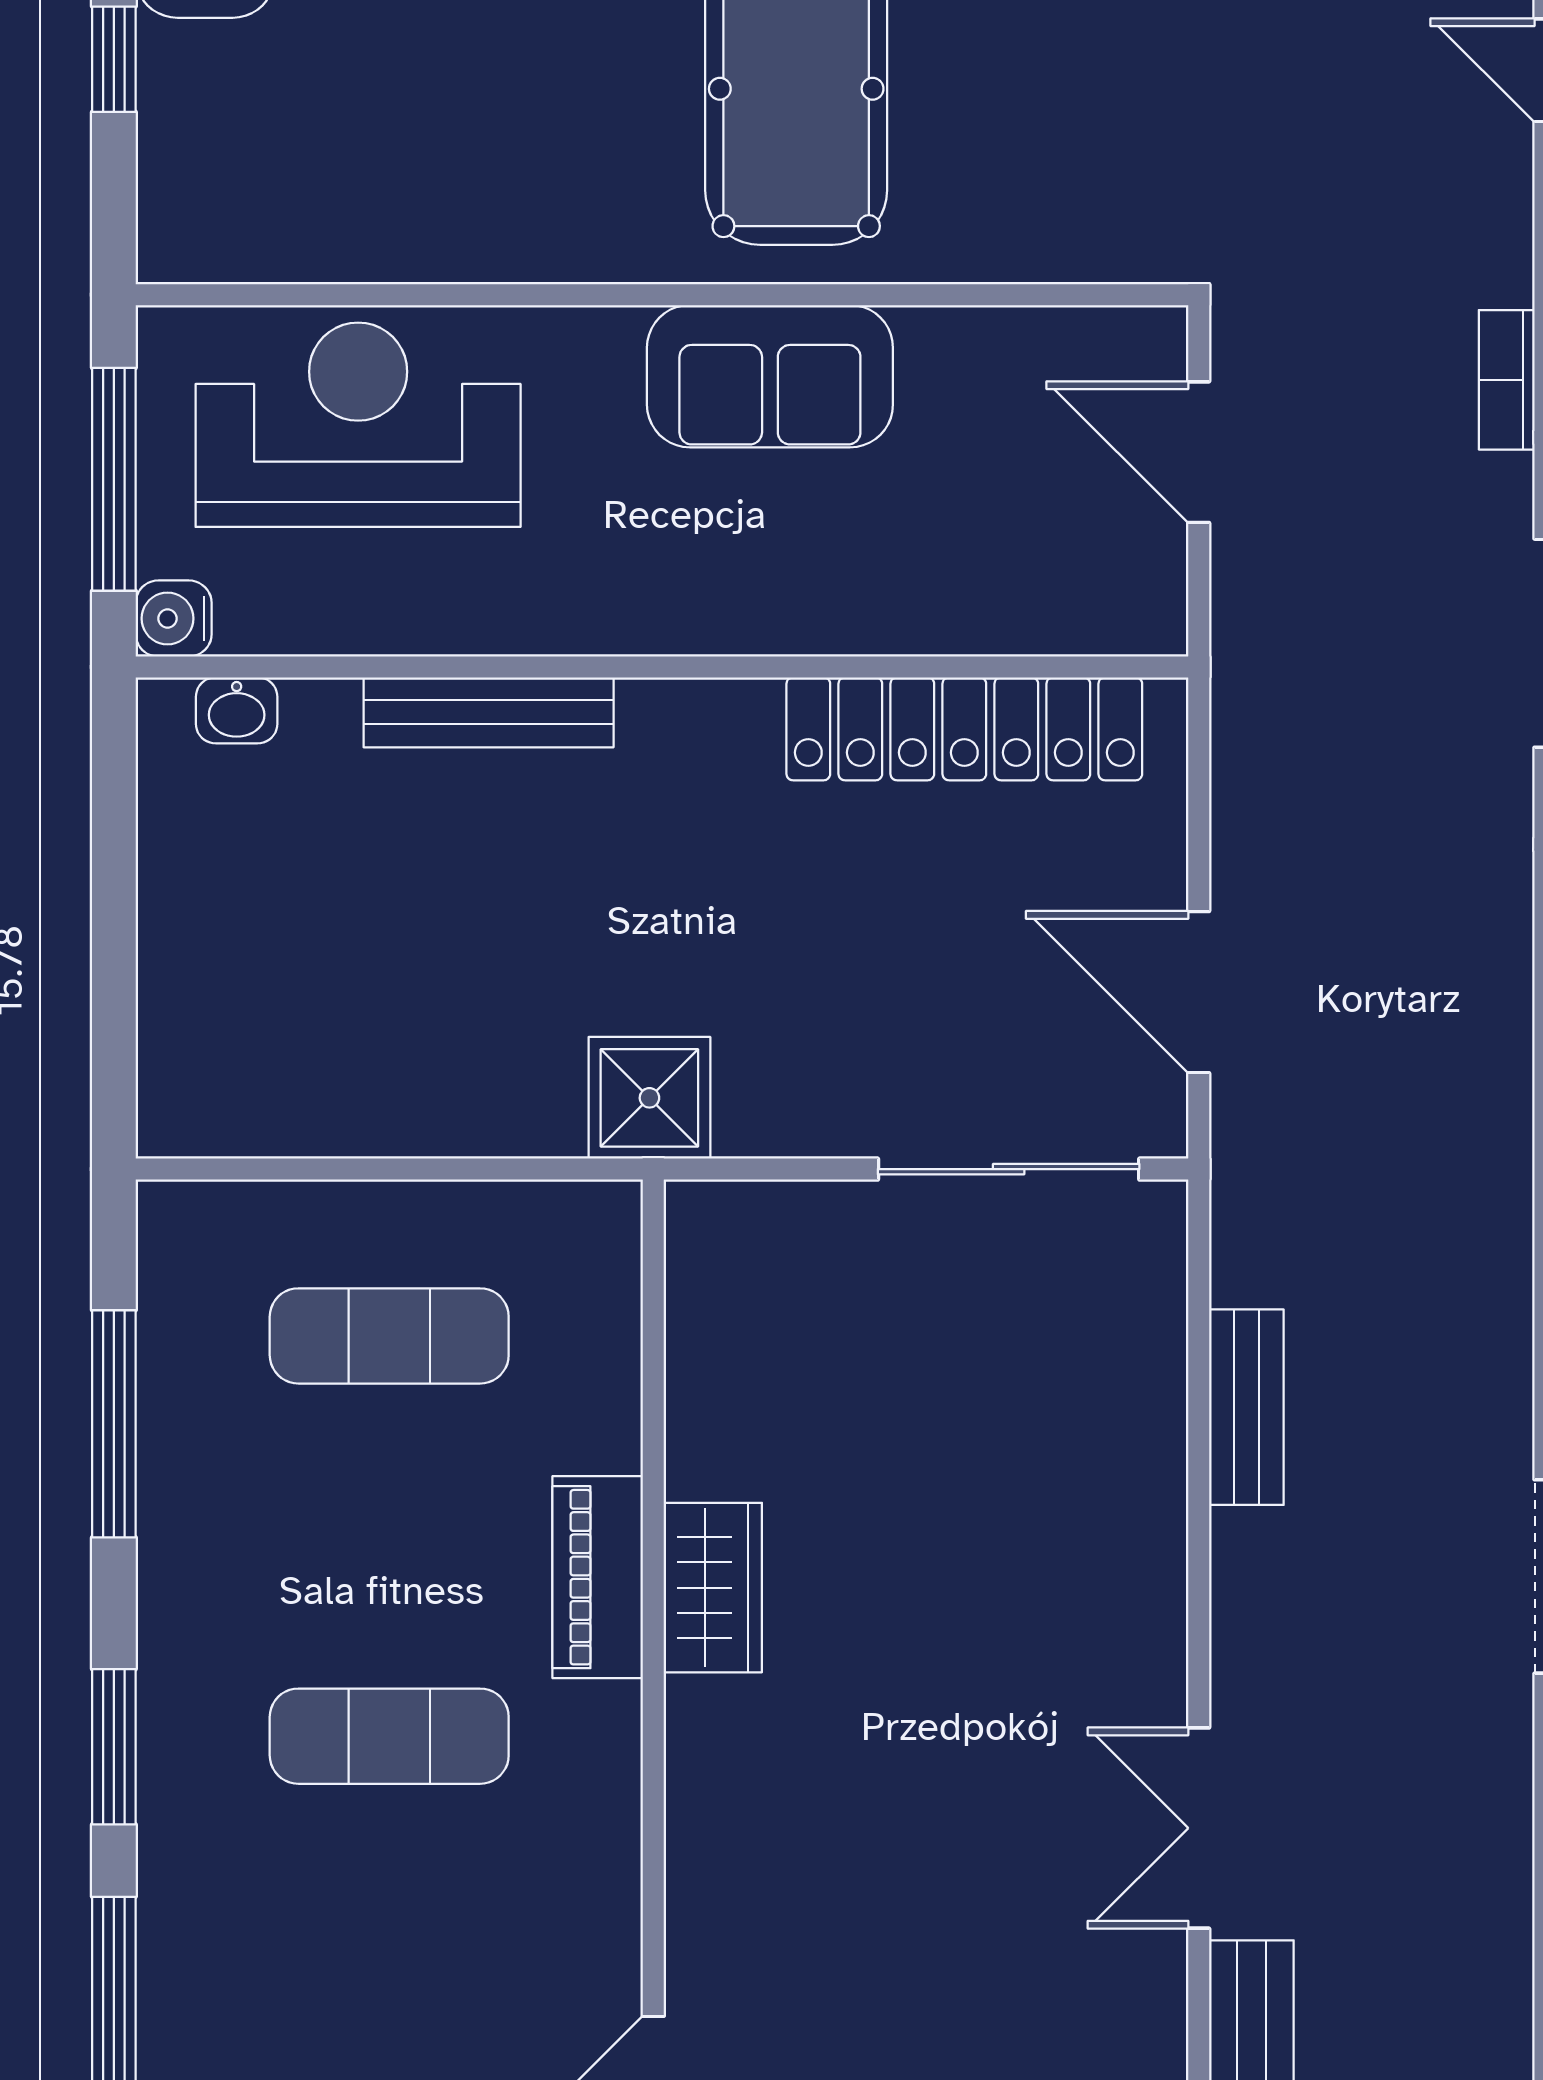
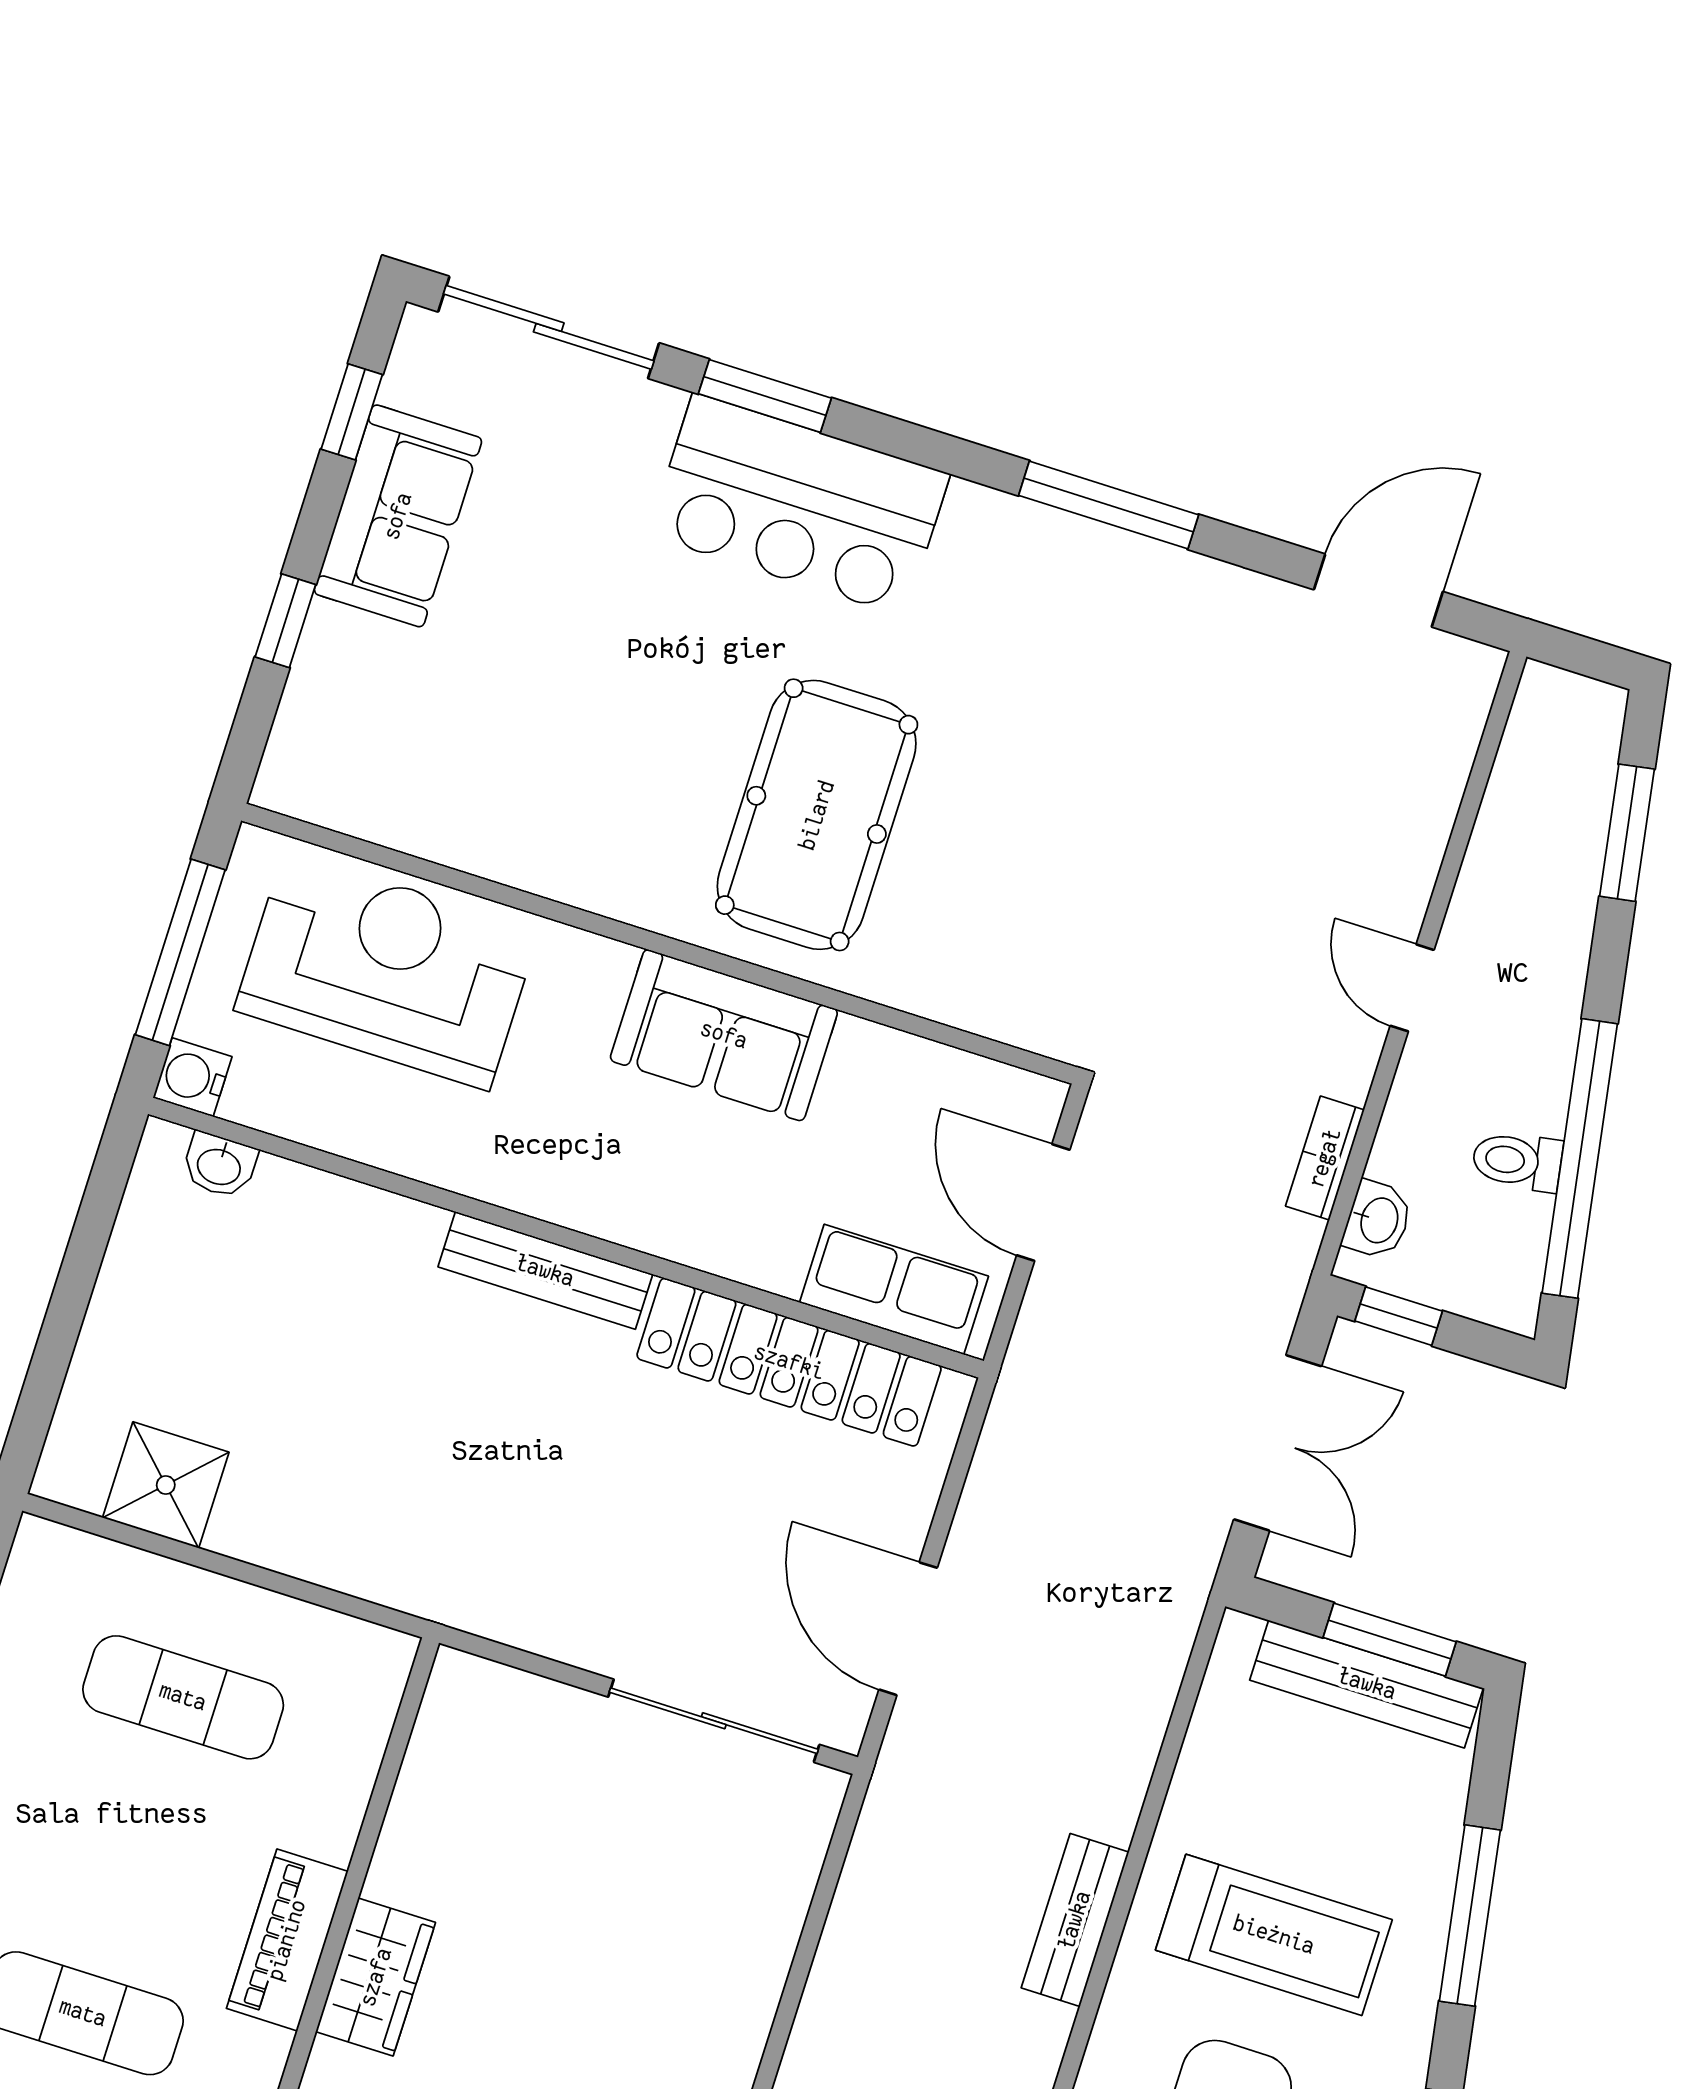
bookcase: (1507, 380) -> (1325, 1158), moved
row of seats: (1058, 607) -> (894, 1289), added
bench: (489, 712) -> (545, 1271), moved
shower: (649, 1098) -> (166, 1485), moved
bench: (1246, 1407) -> (1075, 1920), moved

